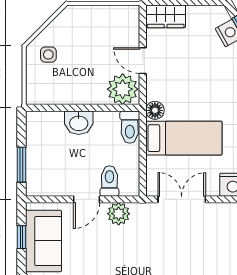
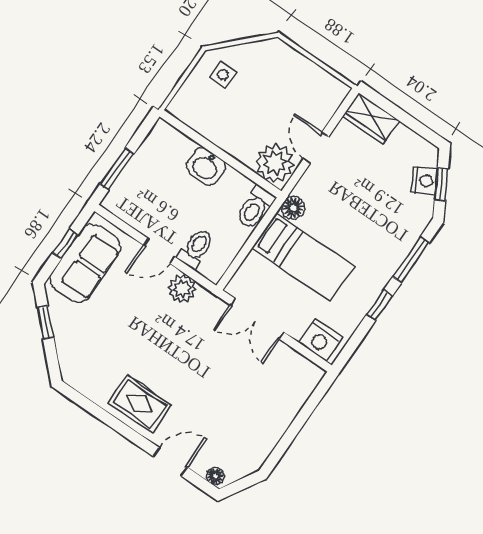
double door: (182, 199) -> (257, 319), swing flipped

